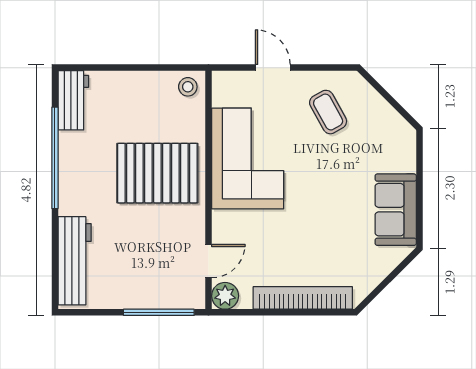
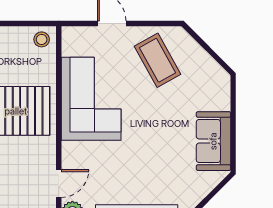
coffee table: (328, 112) -> (158, 60), width x1.36, depth x1.30

